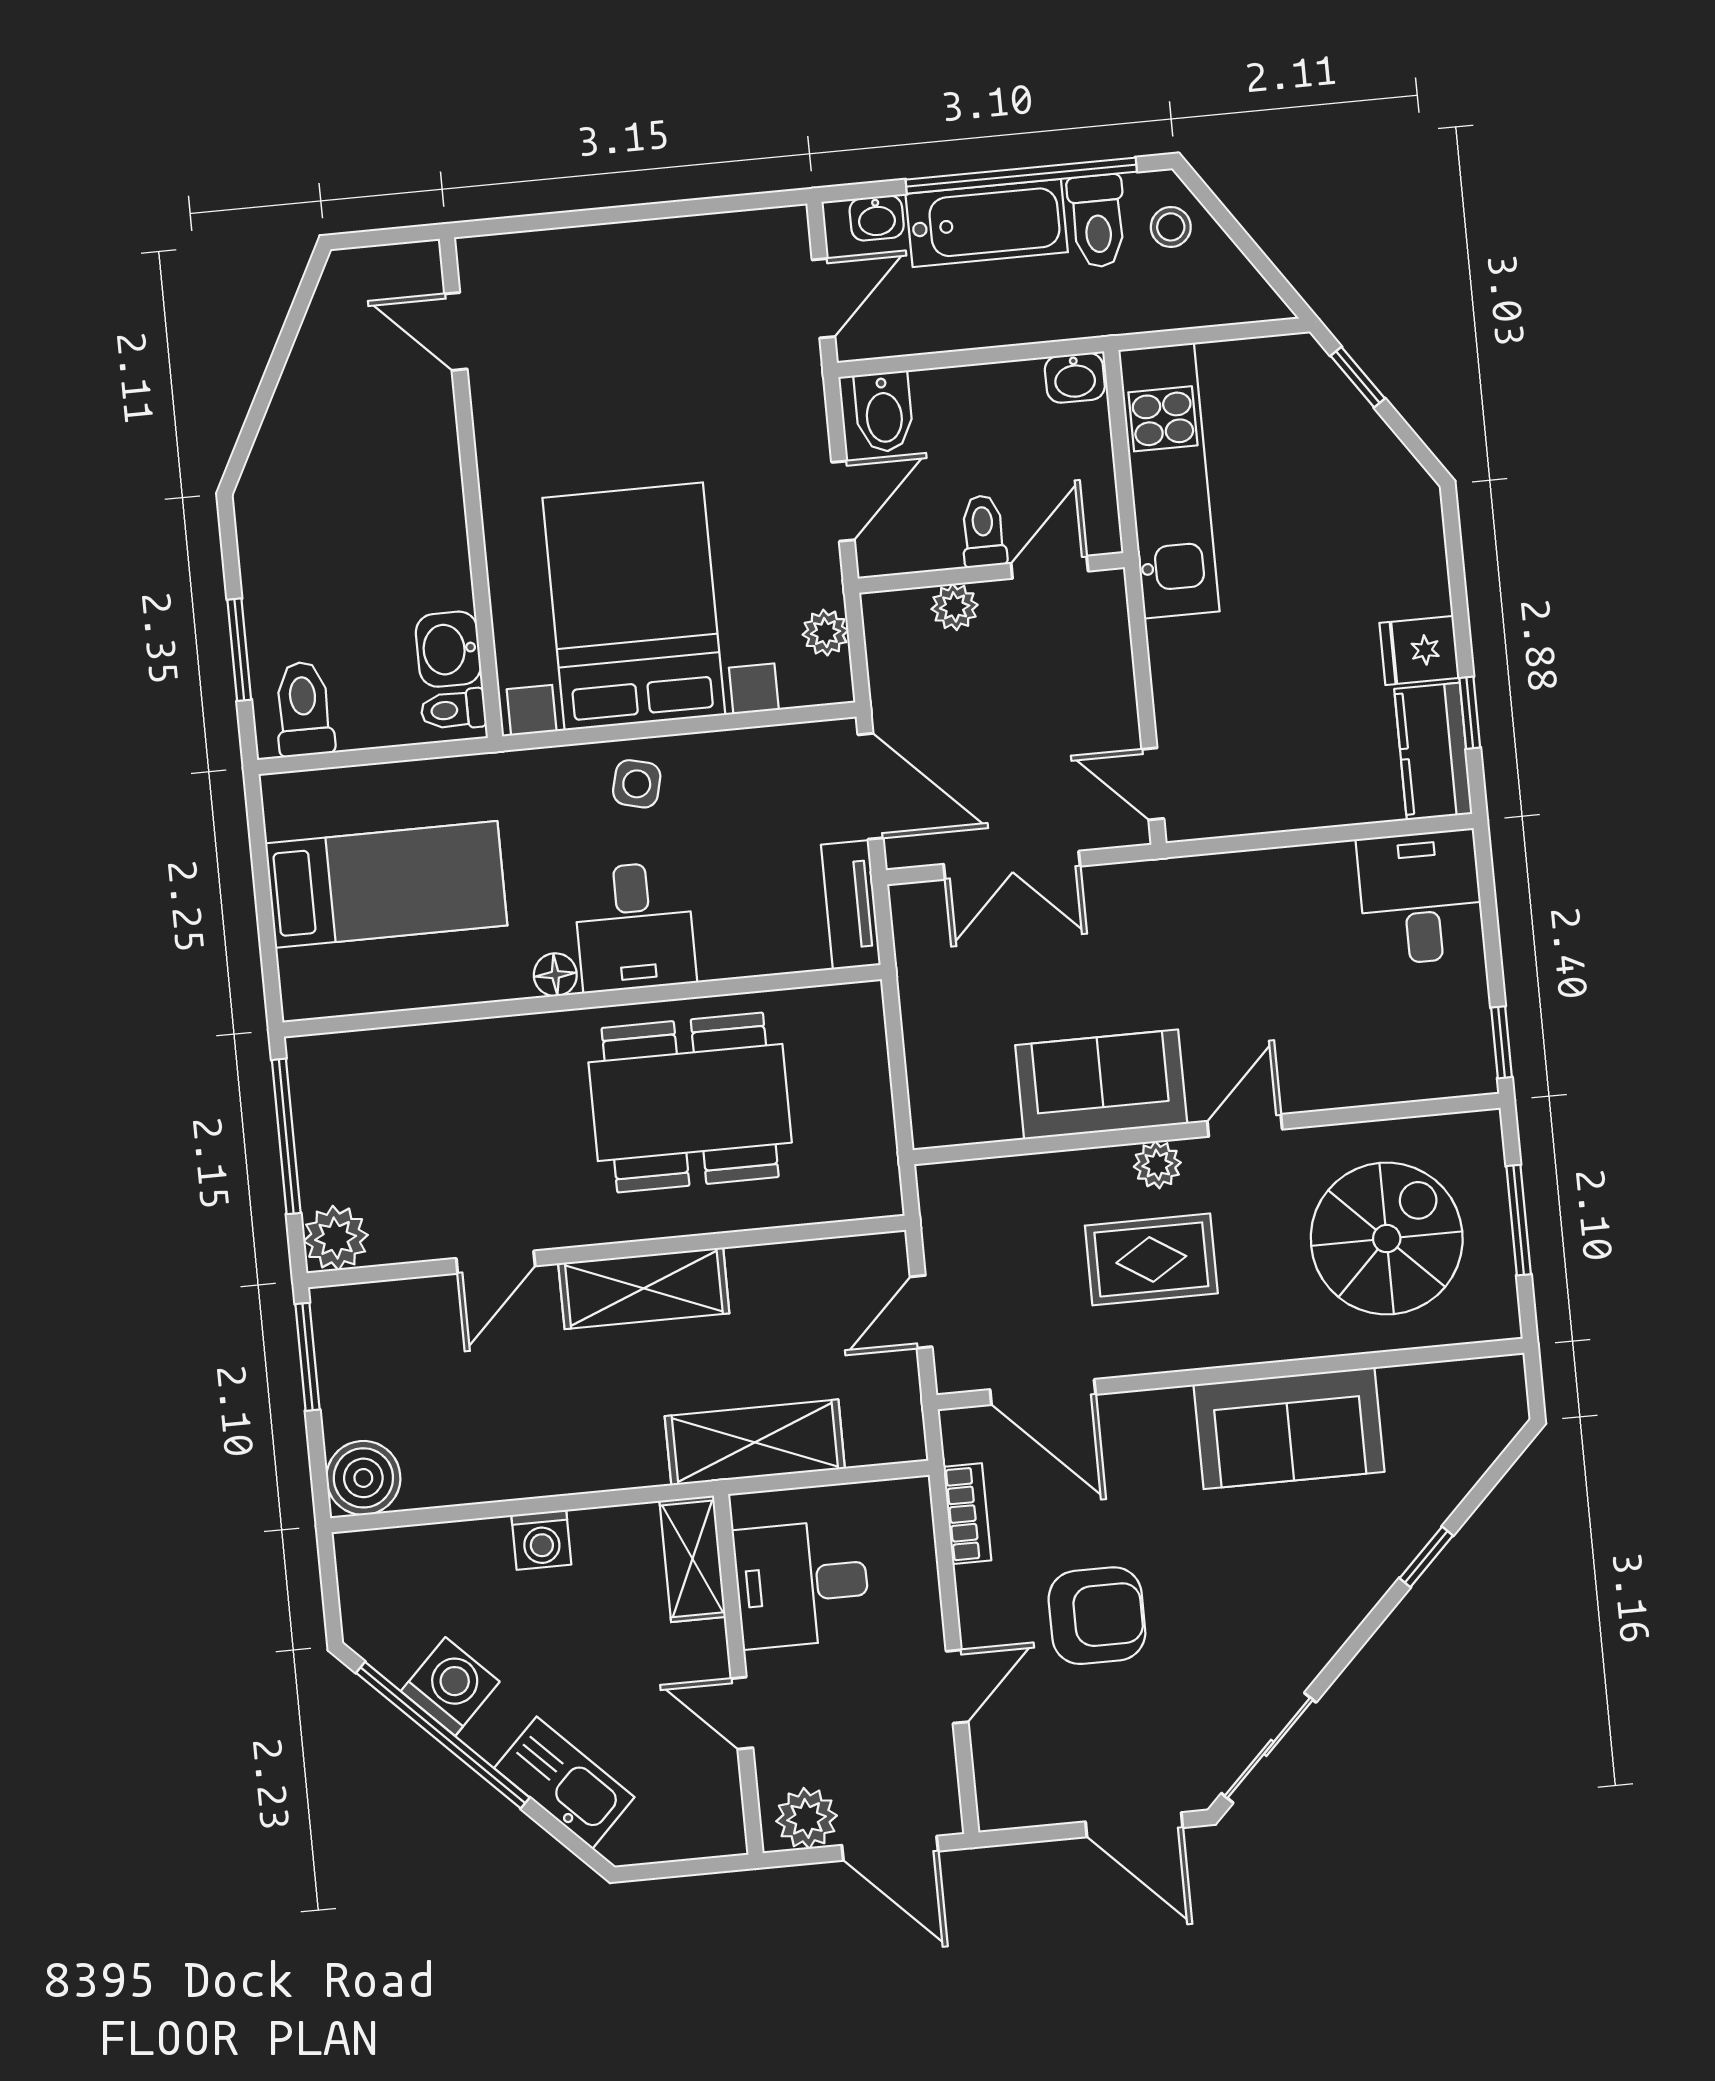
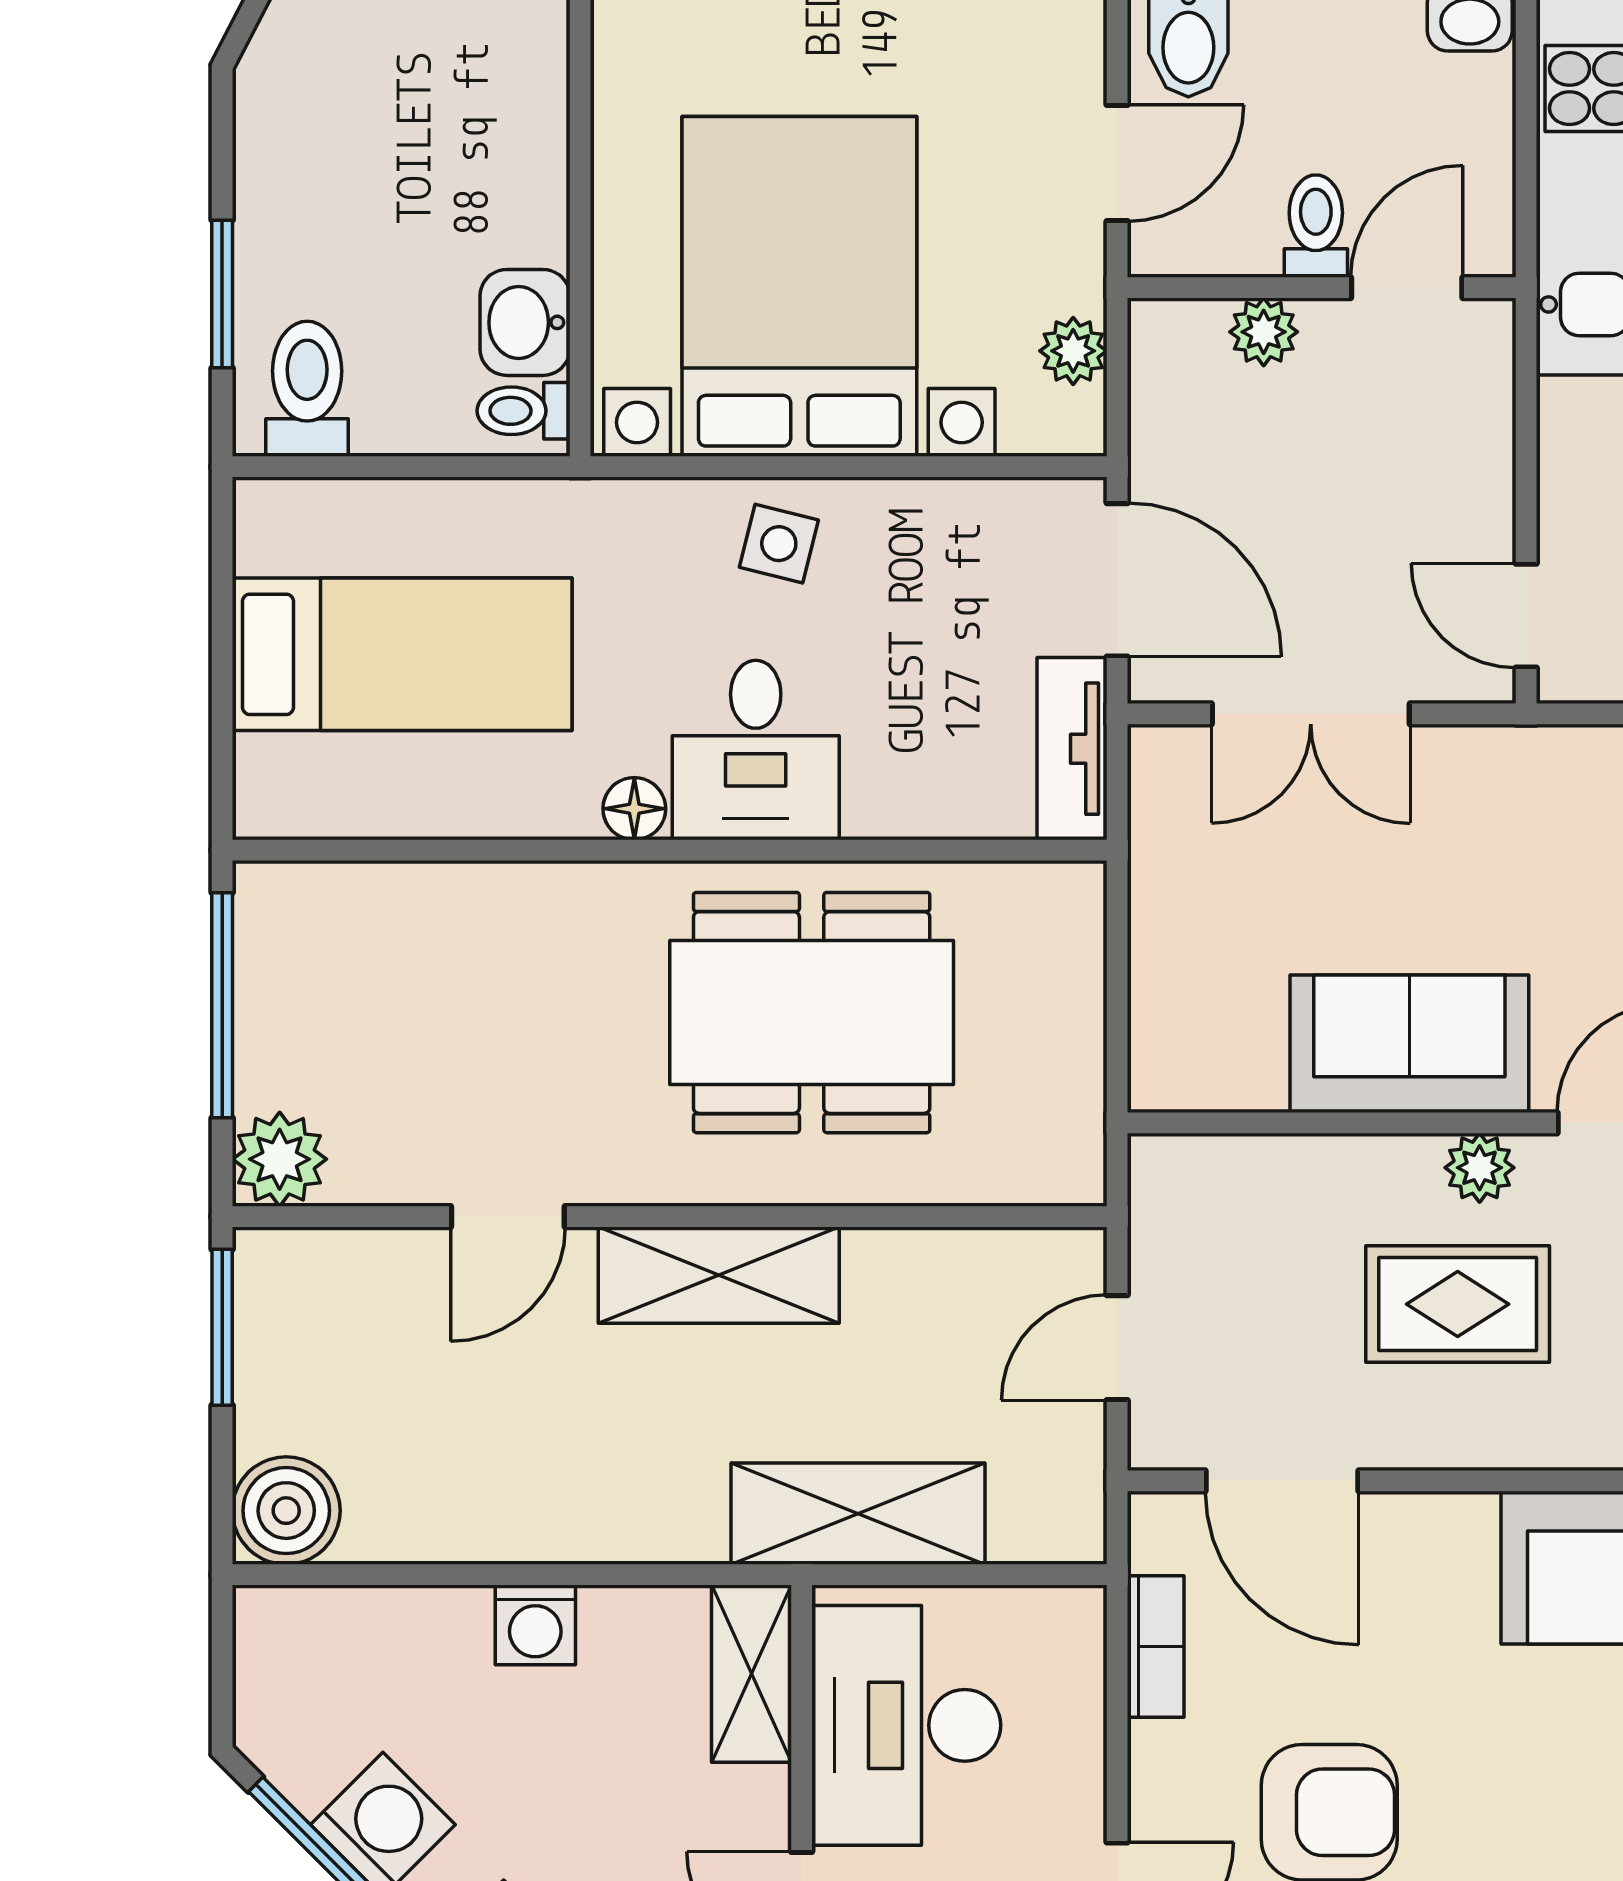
desk: (802, 1584) -> (906, 1725), width x1.37

